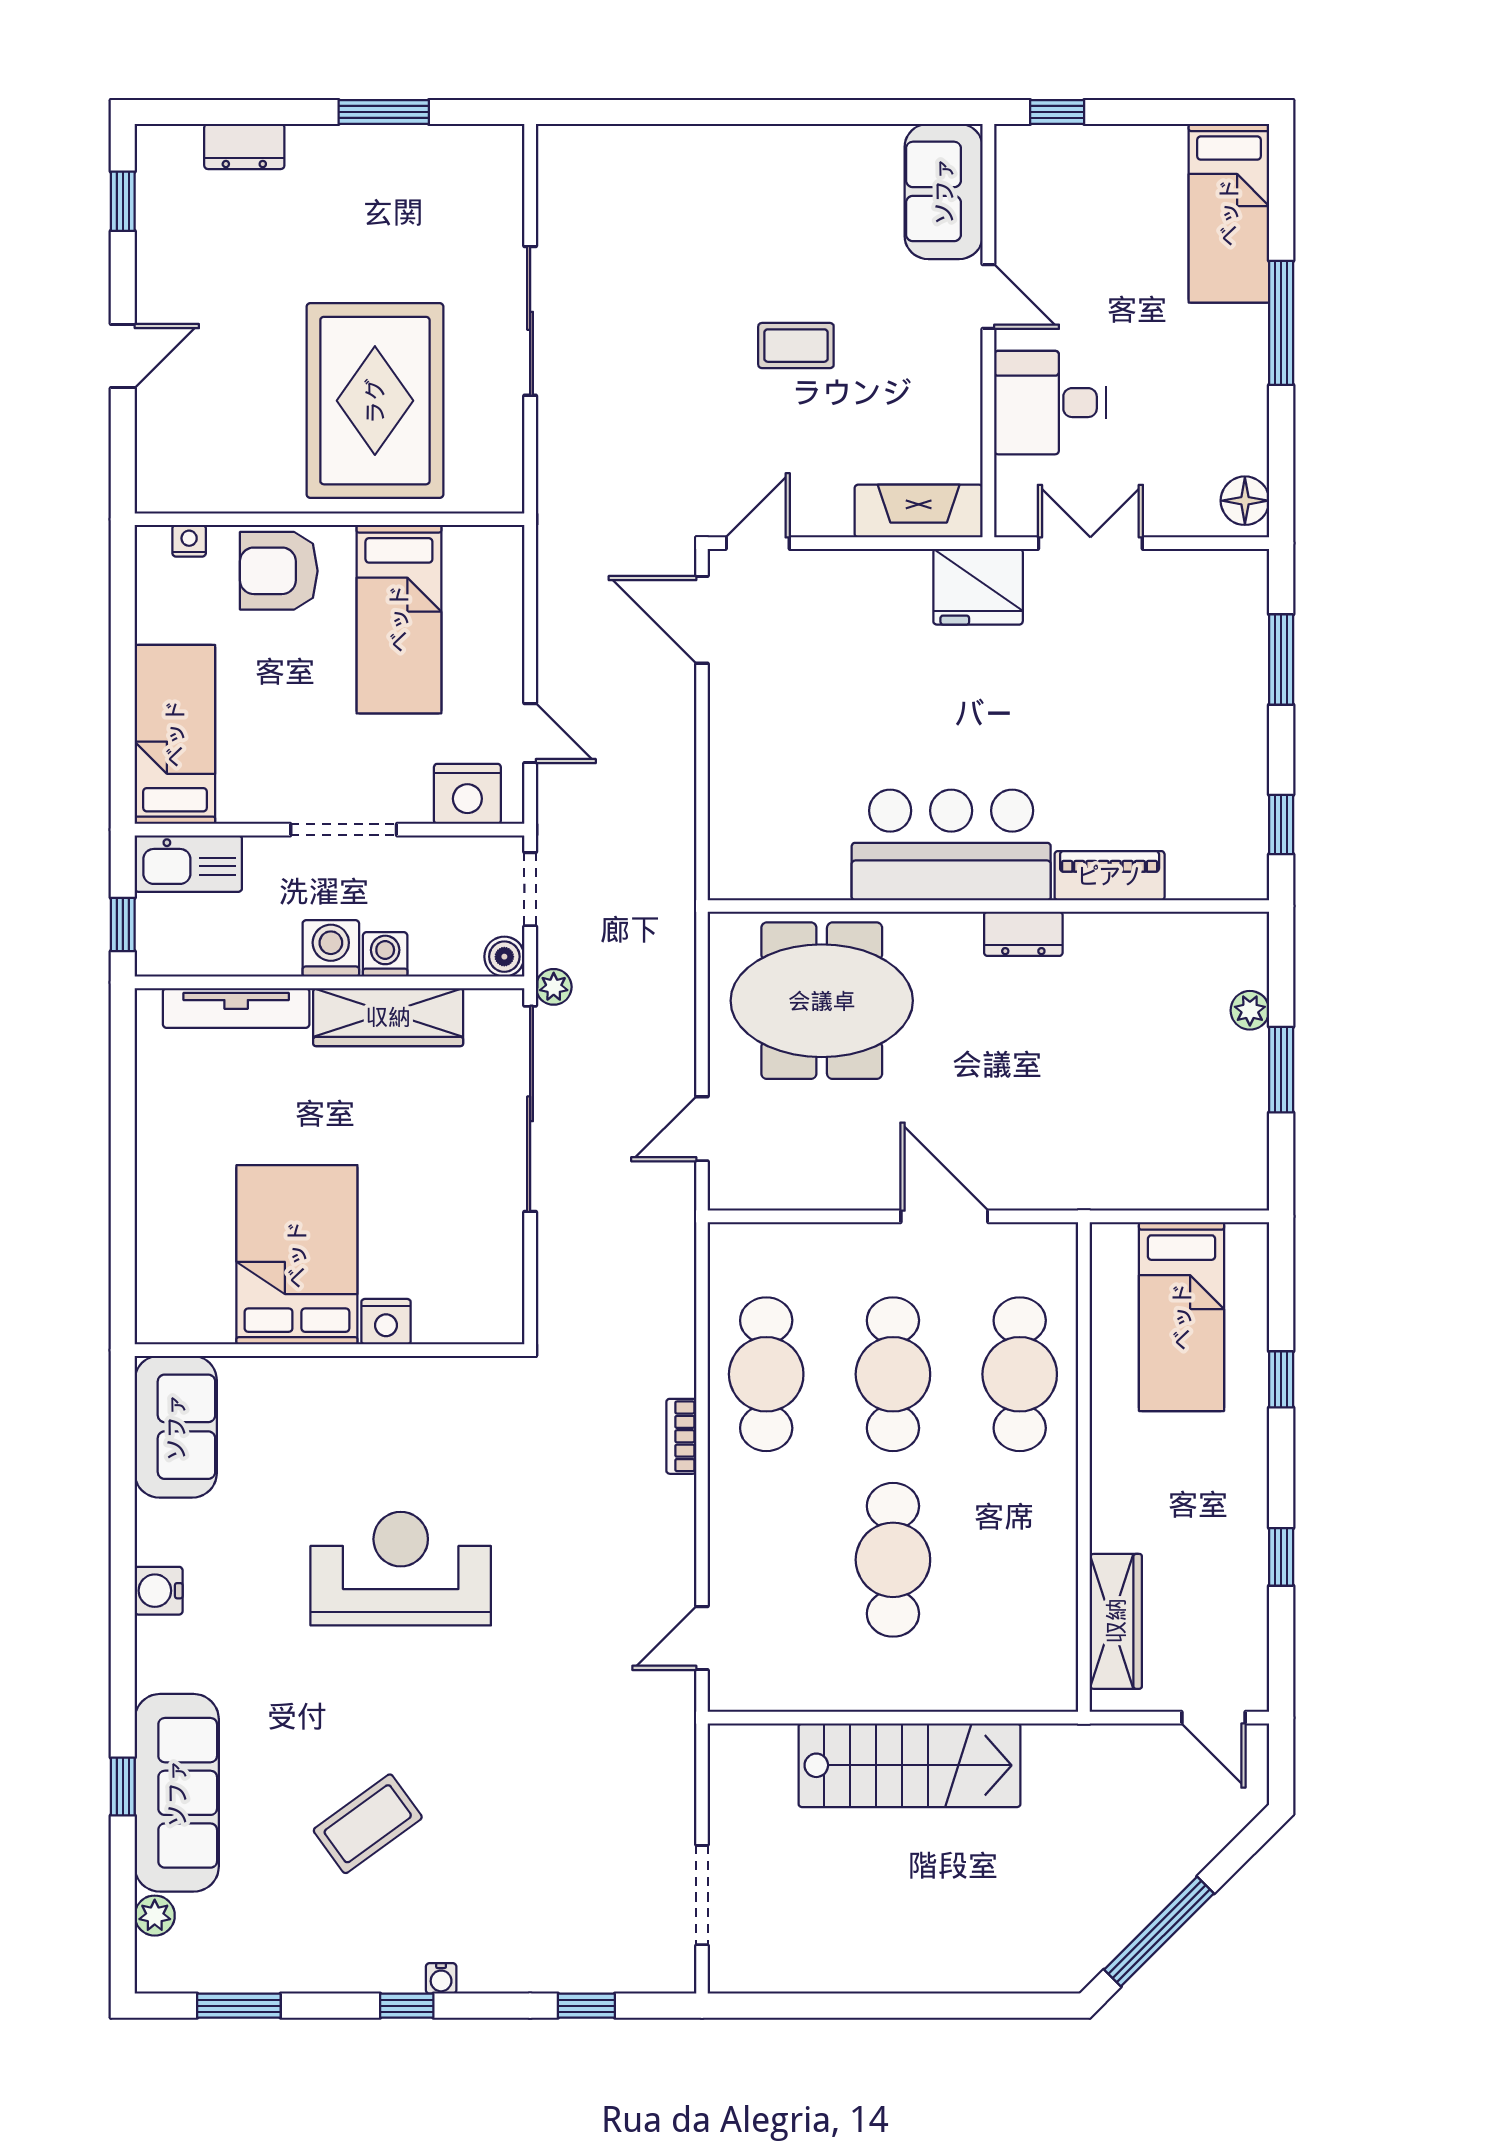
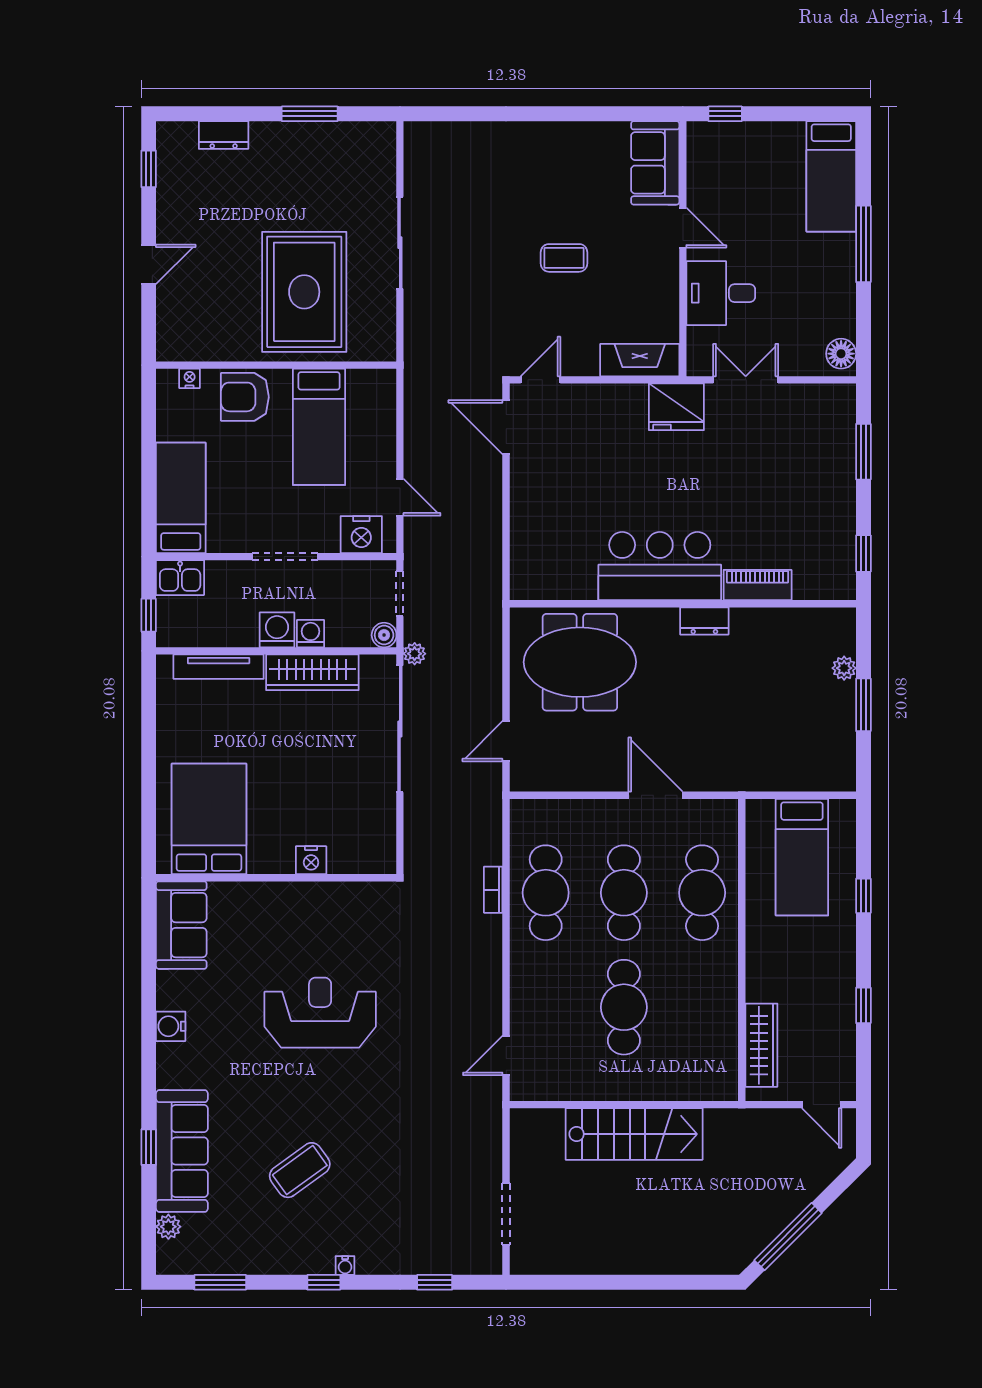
kitchen sink: (188, 864) -> (180, 578), width x0.73
bed: (297, 1255) -> (209, 819), moved
bookcase: (681, 1436) -> (493, 890), moved

